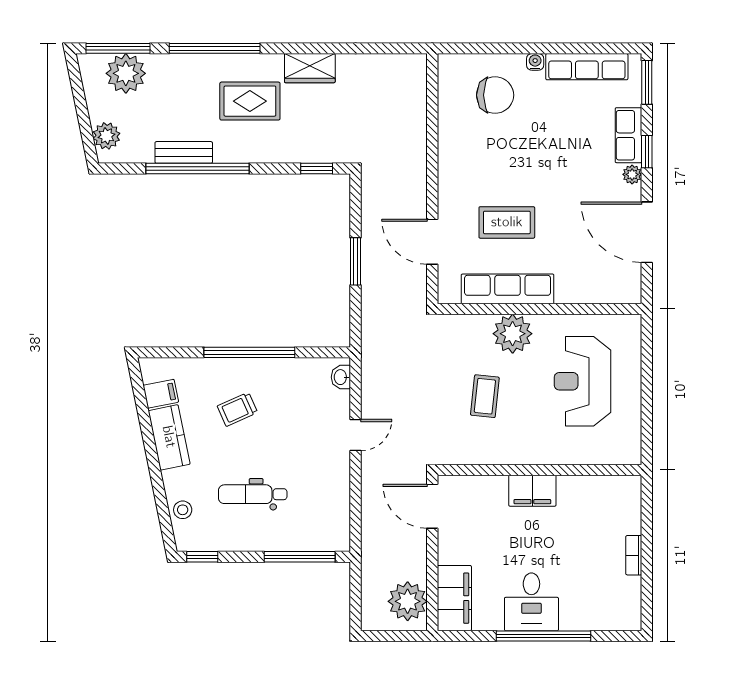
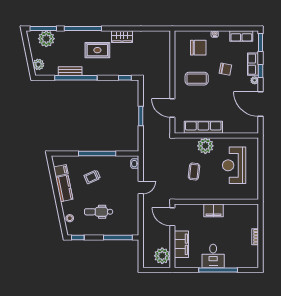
row of seats: (587, 67) -> (241, 36), width x0.68
chair: (561, 147) -> (225, 69), added
coffee table: (507, 222) -> (197, 79), moved
filing cabinet: (454, 598) -> (181, 244), moved

